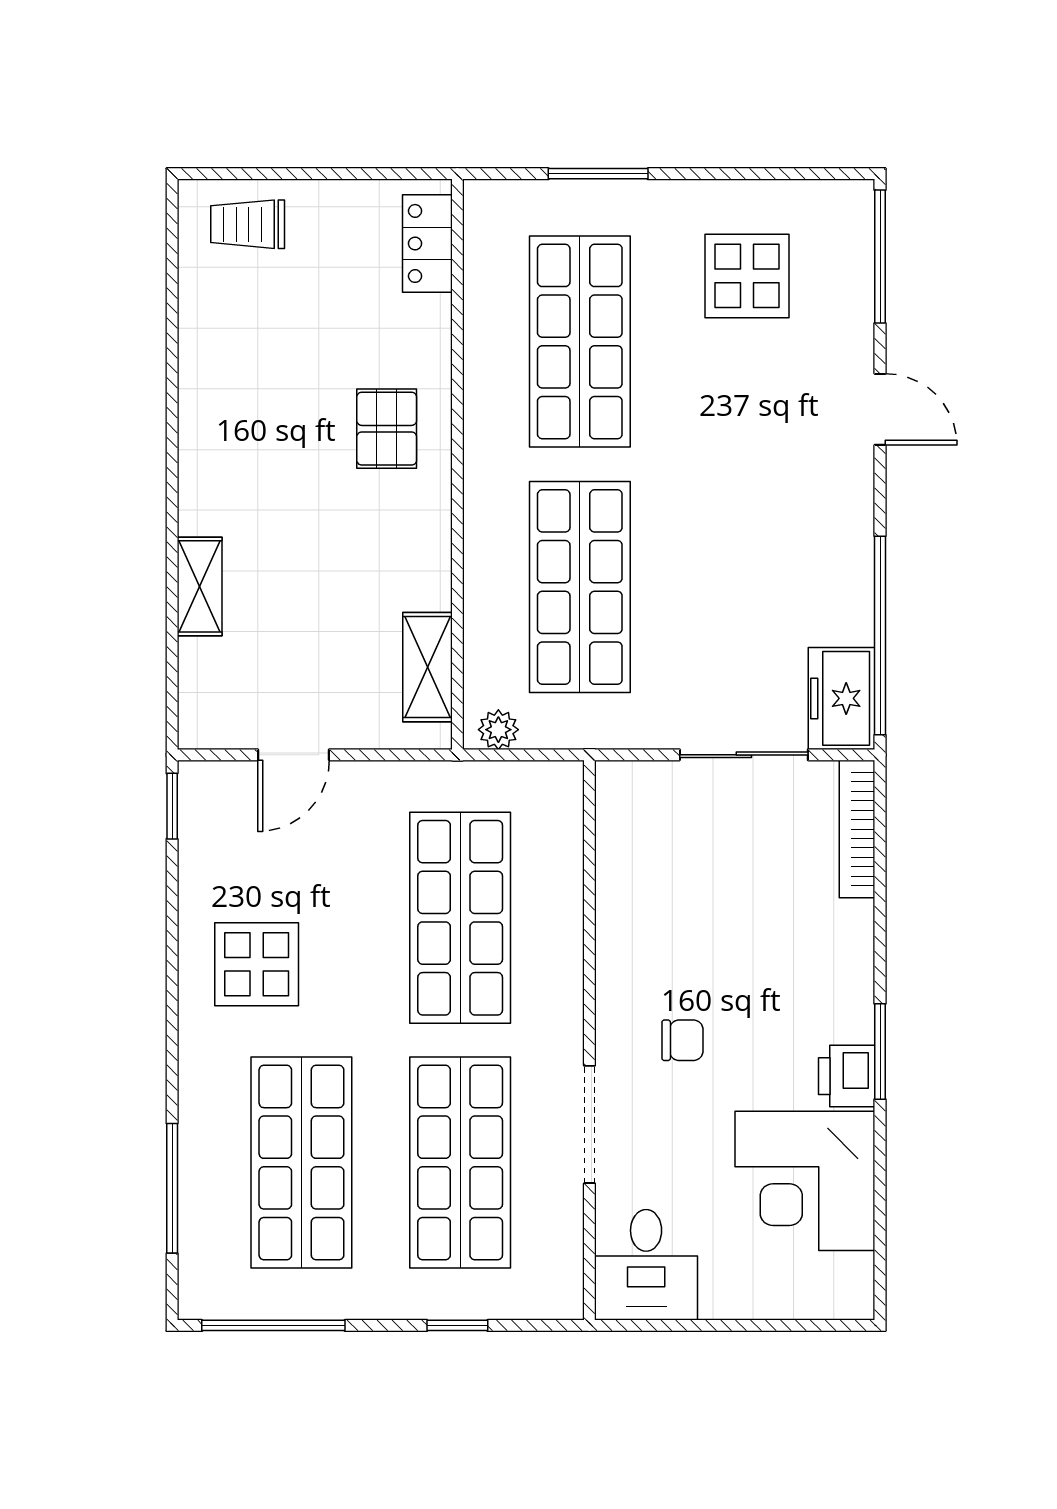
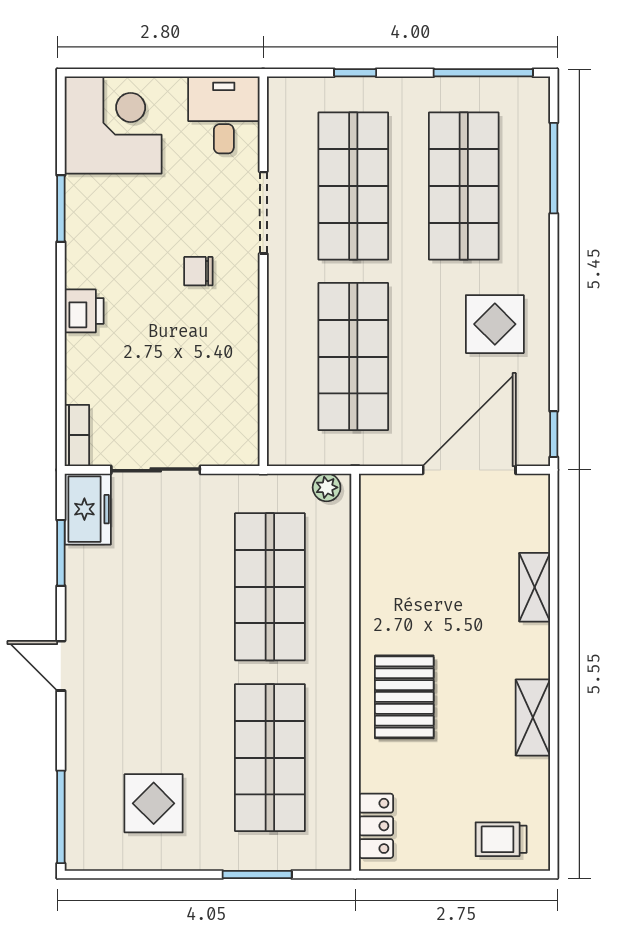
trolley: (248, 224) -> (501, 839), turned 180
door: (880, 409) -> (61, 666), moved
pallet: (387, 429) -> (404, 697), width x1.50, depth x1.42
window: (880, 636) -> (61, 553), width x0.47
shelving: (427, 667) -> (533, 717), moved
door: (293, 755) -> (469, 470), width x1.88
bookcase: (857, 829) -> (77, 435), width x0.64
window: (880, 1051) -> (61, 209), moved
printer: (847, 1076) -> (84, 311), moved
corner desk: (805, 1181) -> (113, 125), moved

